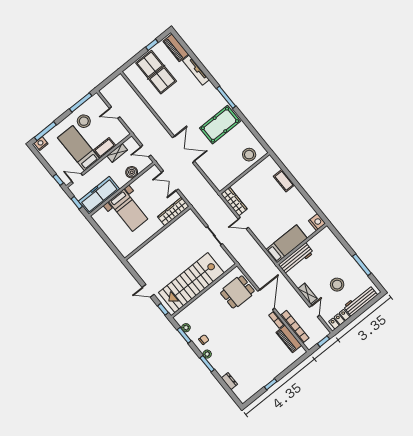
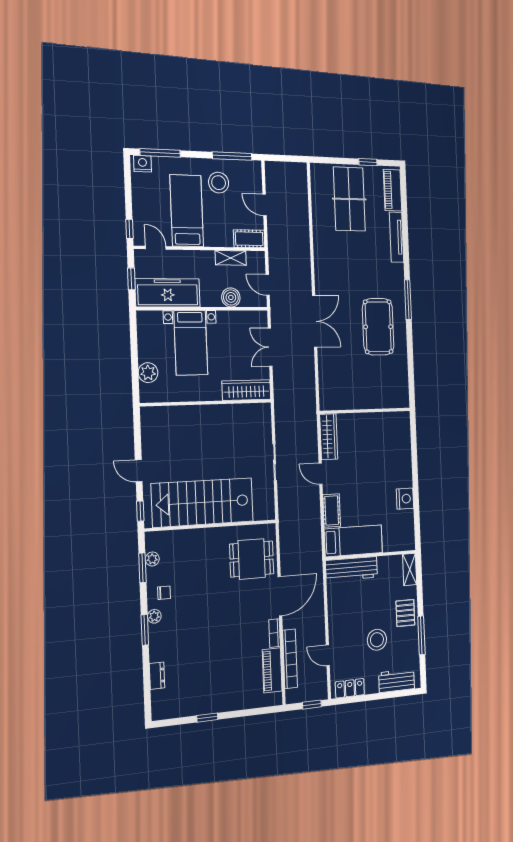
pool table: (220, 125) -> (378, 327), turned 90
cot: (105, 148) -> (249, 239), moved
stool: (249, 155) -> (386, 392), removed
cot: (284, 181) -> (332, 511), moved
nightstand: (317, 222) -> (405, 499), moved
plant: (118, 241) -> (148, 373), added
pallet: (344, 260) -> (405, 613), added
shelving: (307, 294) -> (410, 569), moved
workbench: (360, 301) -> (397, 681), width x0.73
door: (314, 311) -> (328, 655), swing flipped

